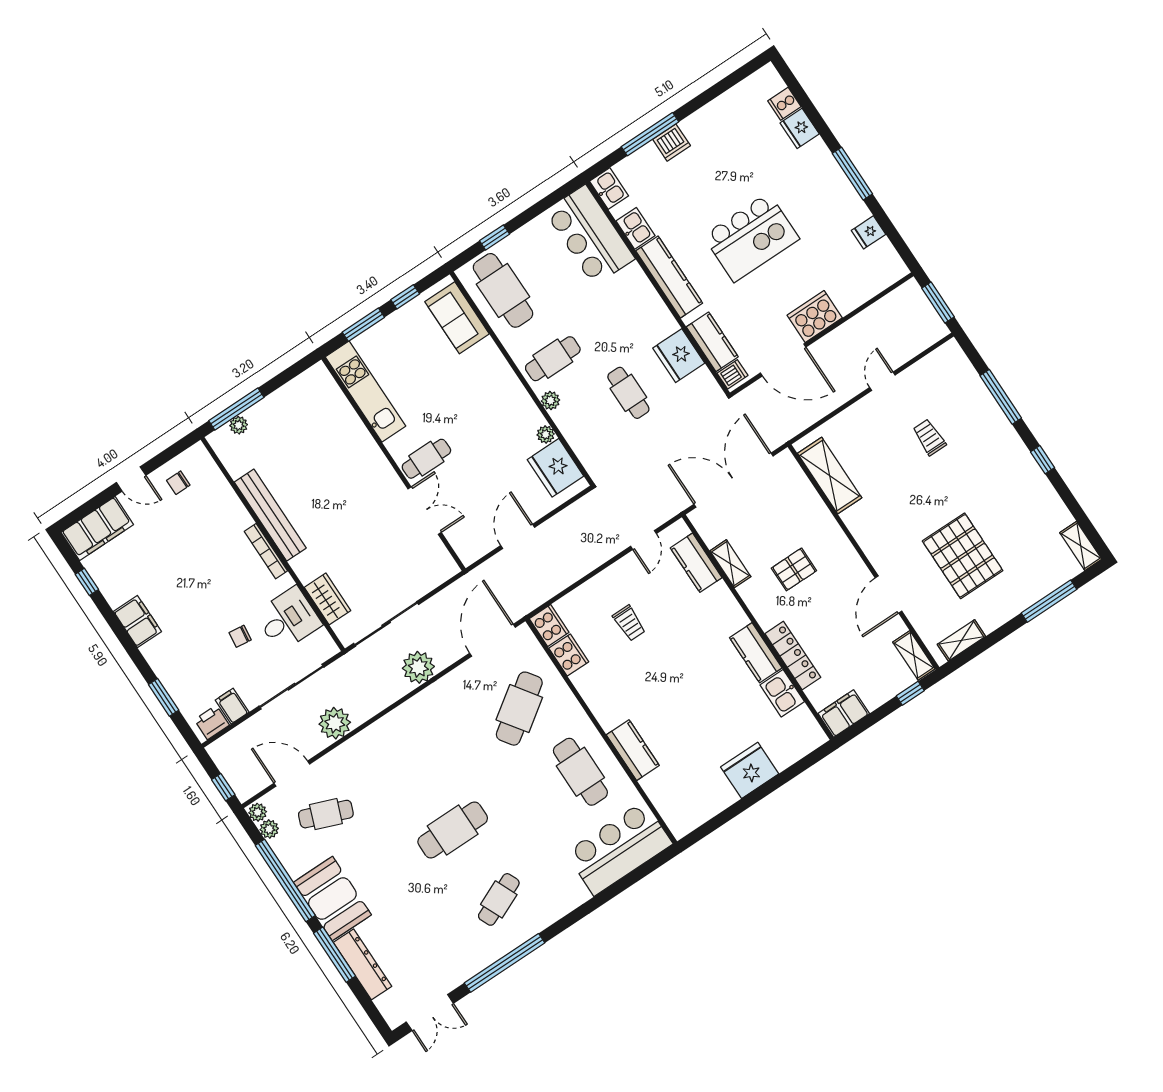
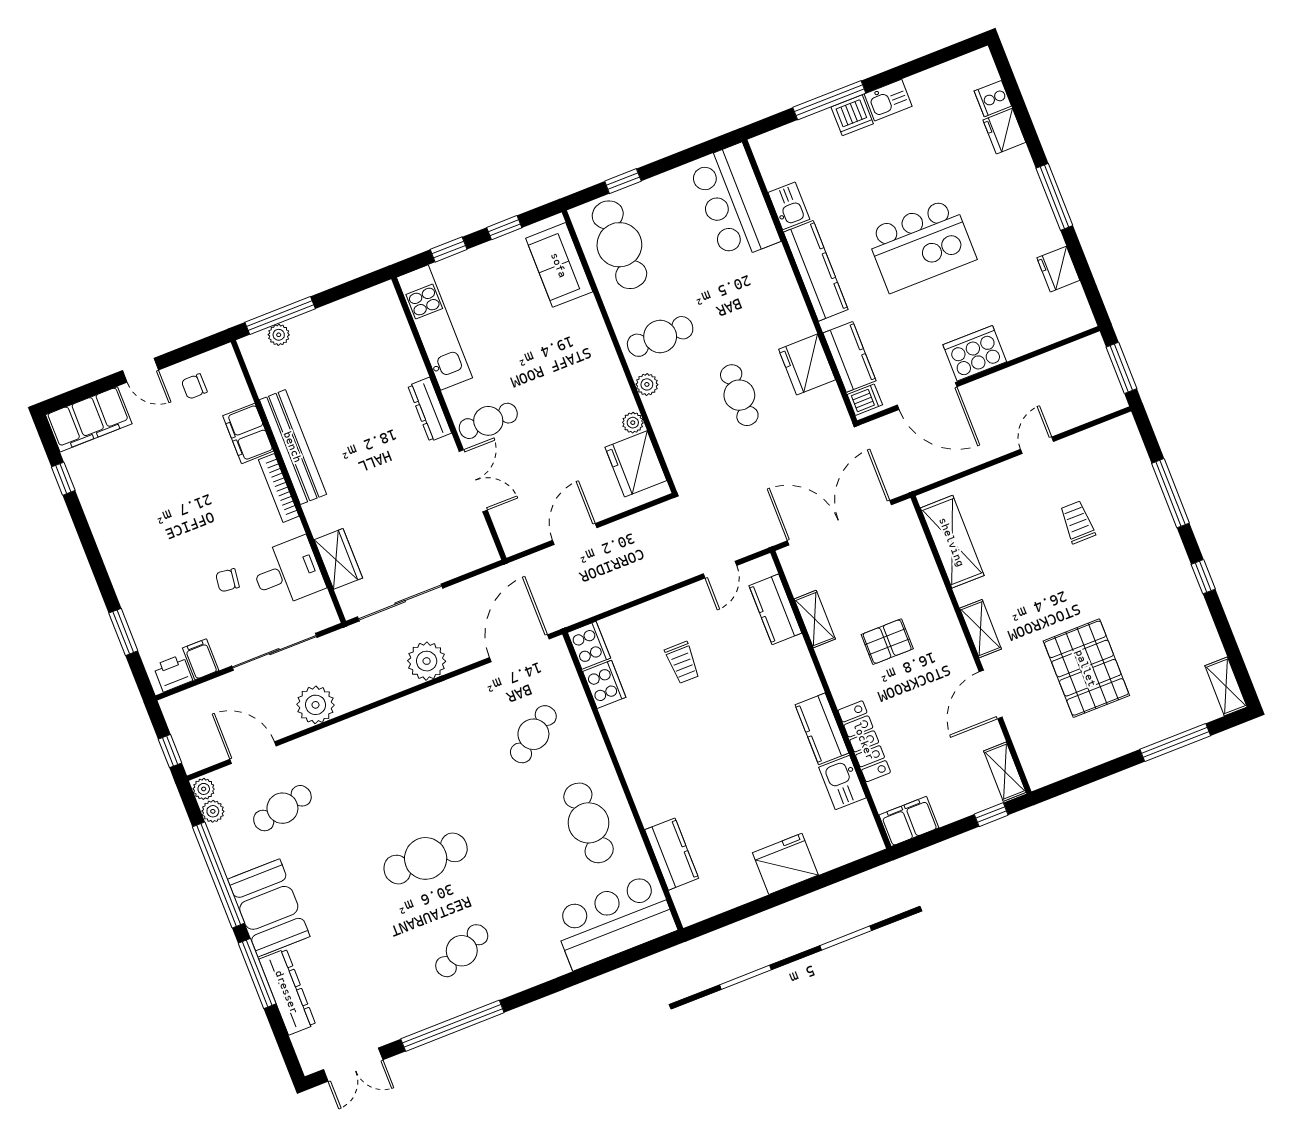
kitchen sink: (609, 189) -> (888, 100), moved, turned 90
fridge: (869, 232) -> (1058, 269), width x1.38
window: (363, 325) -> (449, 249), width x0.67
dresser: (376, 460) -> (430, 409), added
filing cabinet: (137, 622) -> (248, 433), moved, turned 180
shelving: (961, 640) -> (981, 629), moved, turned 90
cafe table: (519, 709) -> (533, 734), width x0.73, depth x0.74
kitchen counter: (633, 750) -> (672, 854), moved
cafe table: (326, 814) -> (282, 808), turned -33

